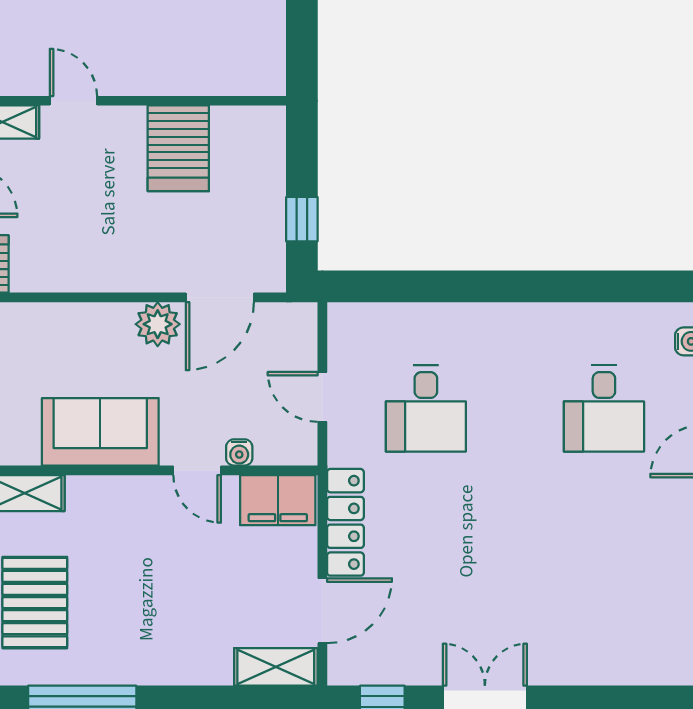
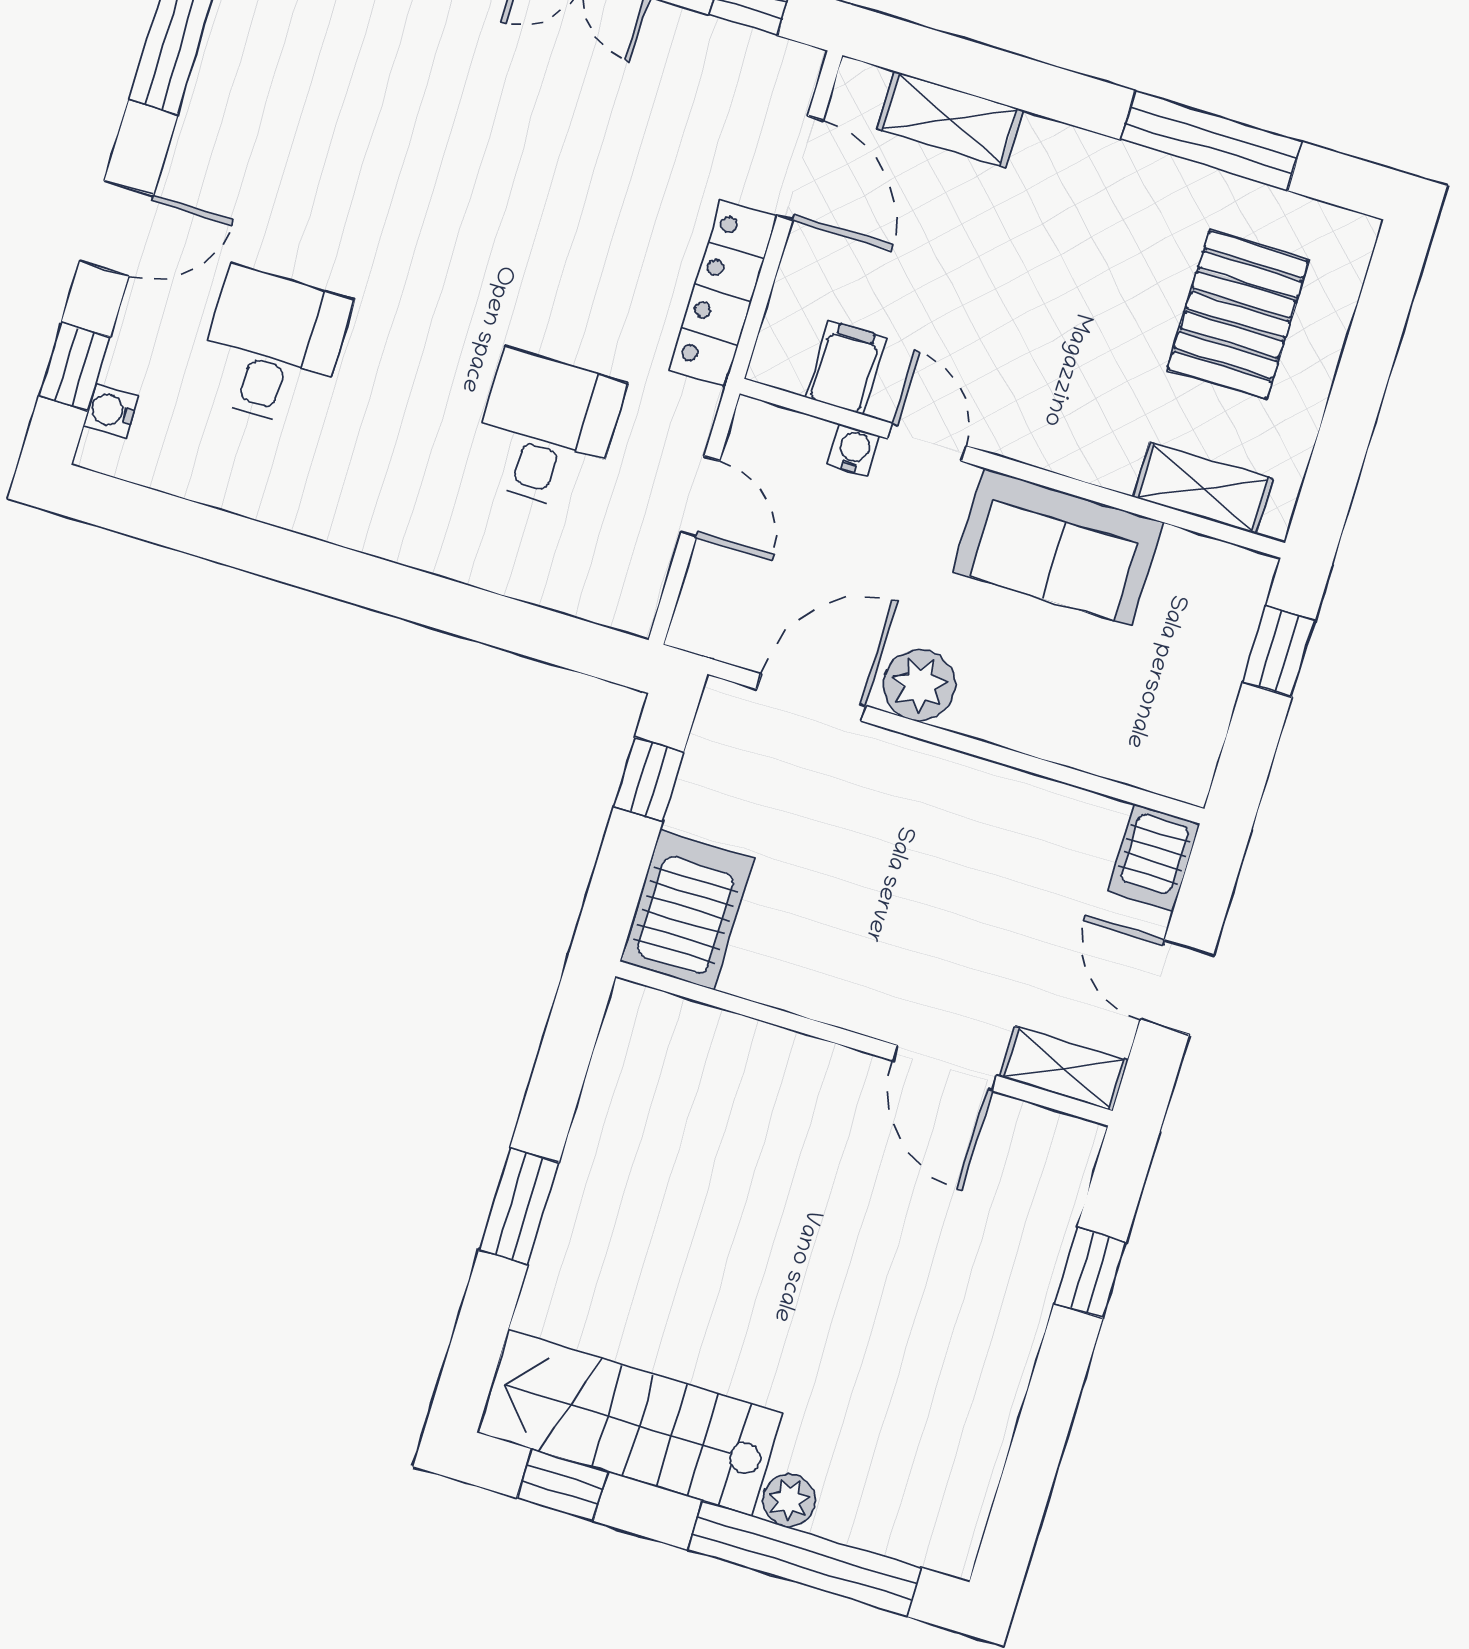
door: (73, 101) -> (944, 1068), width x1.38
server rack: (178, 148) -> (687, 910), moved
filing cabinet: (278, 500) -> (846, 368), width x0.50
door: (322, 611) -> (800, 168), swing flipped
shelving: (276, 667) -> (950, 119), moved

